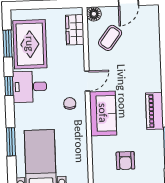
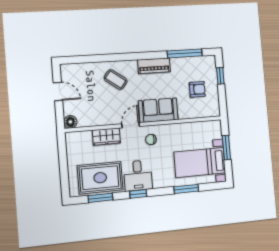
wardrobe: (75, 30) -> (106, 137), moved
coffee table: (110, 38) -> (116, 80), moved
door: (87, 81) -> (131, 125), hinge flipped

